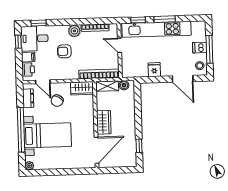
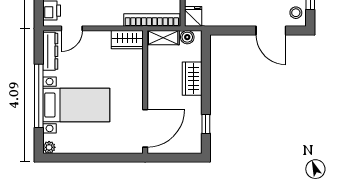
fridge: (154, 70) -> (193, 16), moved
door: (43, 82) -> (72, 28), hinge flipped
dresser: (28, 98) -> (50, 51), width x1.44
chair: (57, 101) -> (91, 56), removed
wardrobe: (104, 122) -> (192, 79), moved, turned 180

